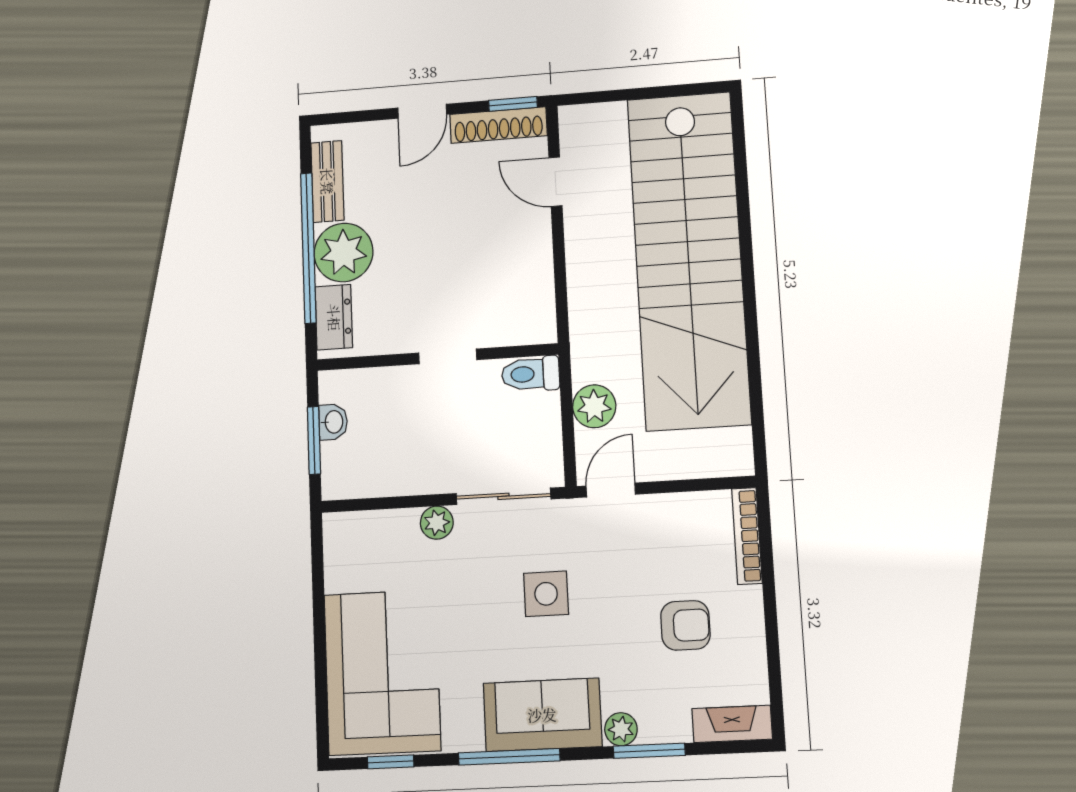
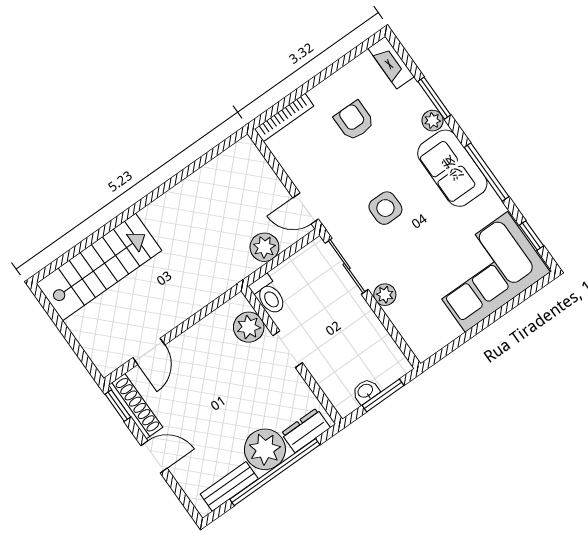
stairs: (689, 260) -> (99, 267), width x0.54, depth x0.66
plant: (506, 324) -> (249, 327), added

